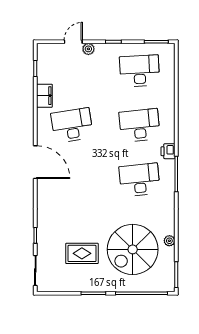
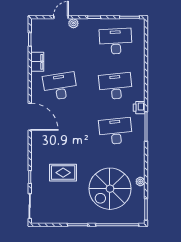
rug: (82, 253) -> (63, 173), moved

